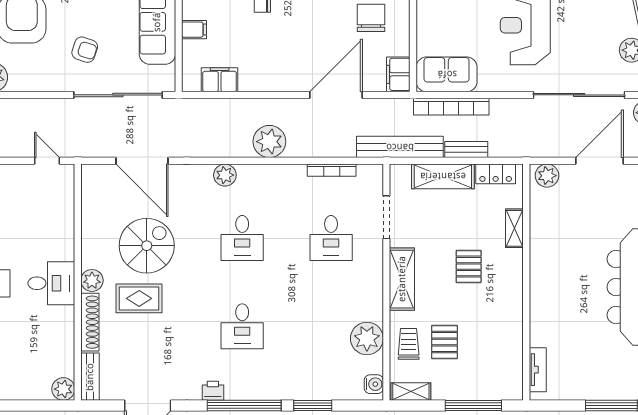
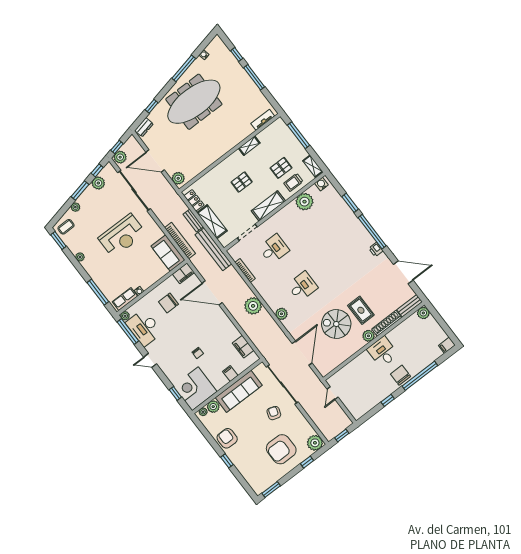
shelving: (514, 228) -> (249, 146), moved
desk: (242, 326) -> (339, 258), removed

